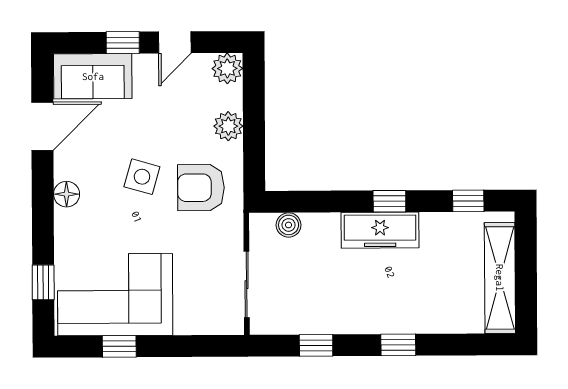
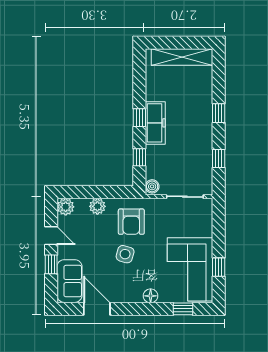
floor lamp: (67, 194) -> (151, 296), moved
window: (468, 201) -> (139, 157), moved
boiler: (289, 225) -> (152, 186), moved

